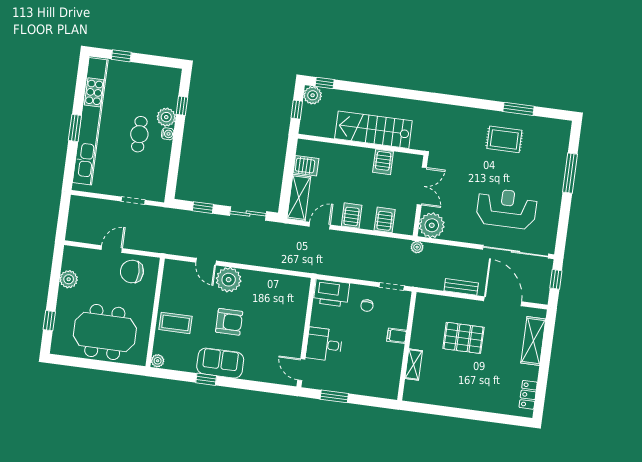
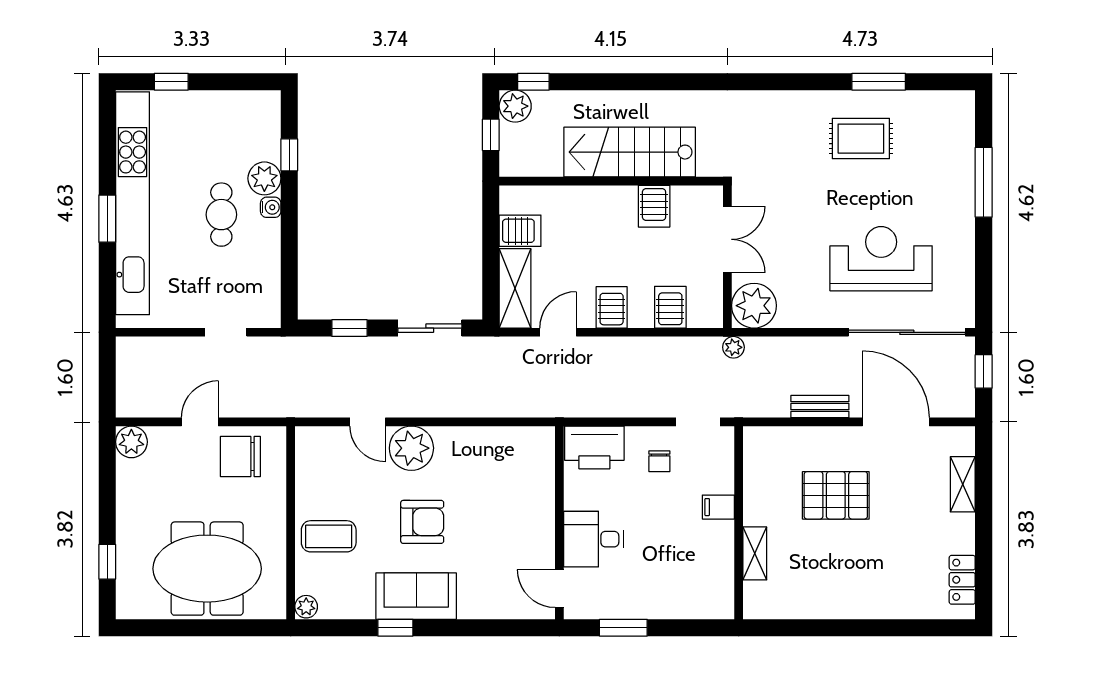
plant: (69, 279) -> (131, 442), moved
shelving: (533, 341) -> (963, 484), width x0.67, depth x0.75

